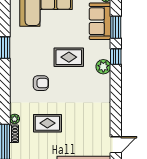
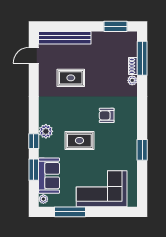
rug: (47, 123) -> (71, 78), moved

